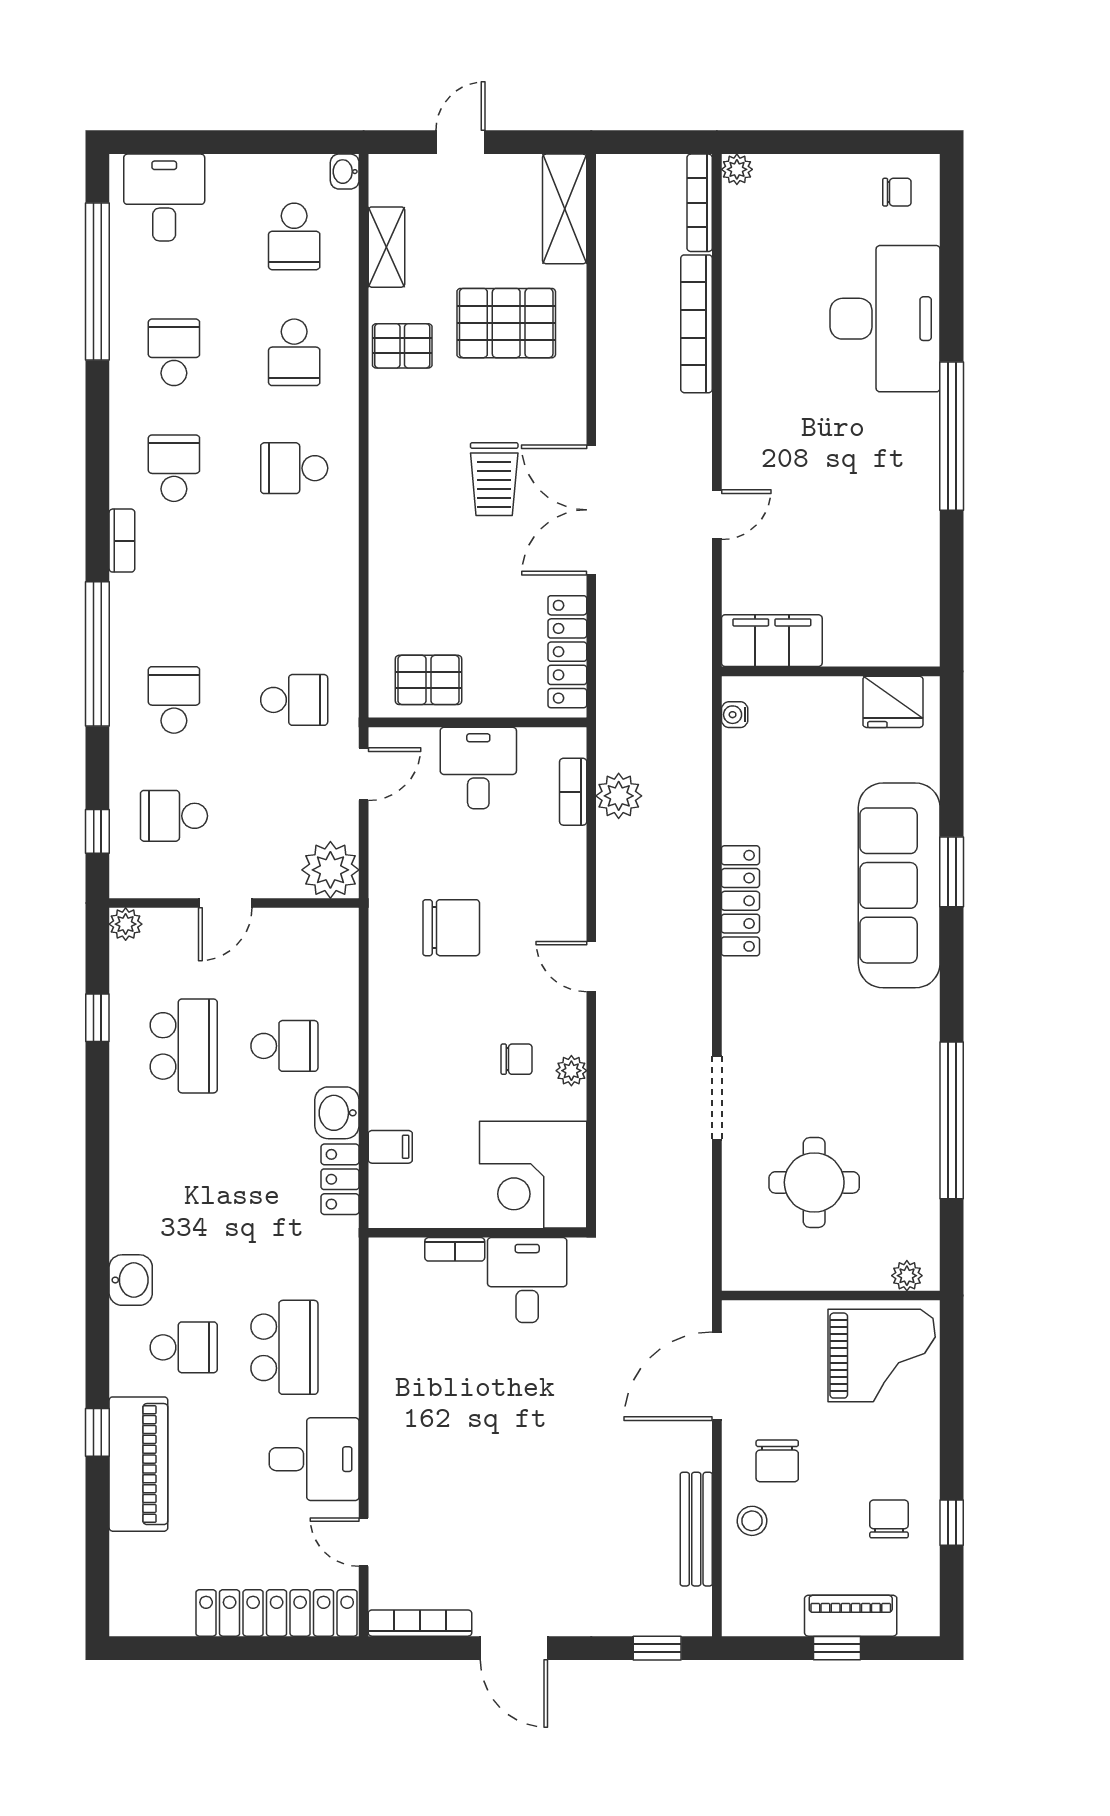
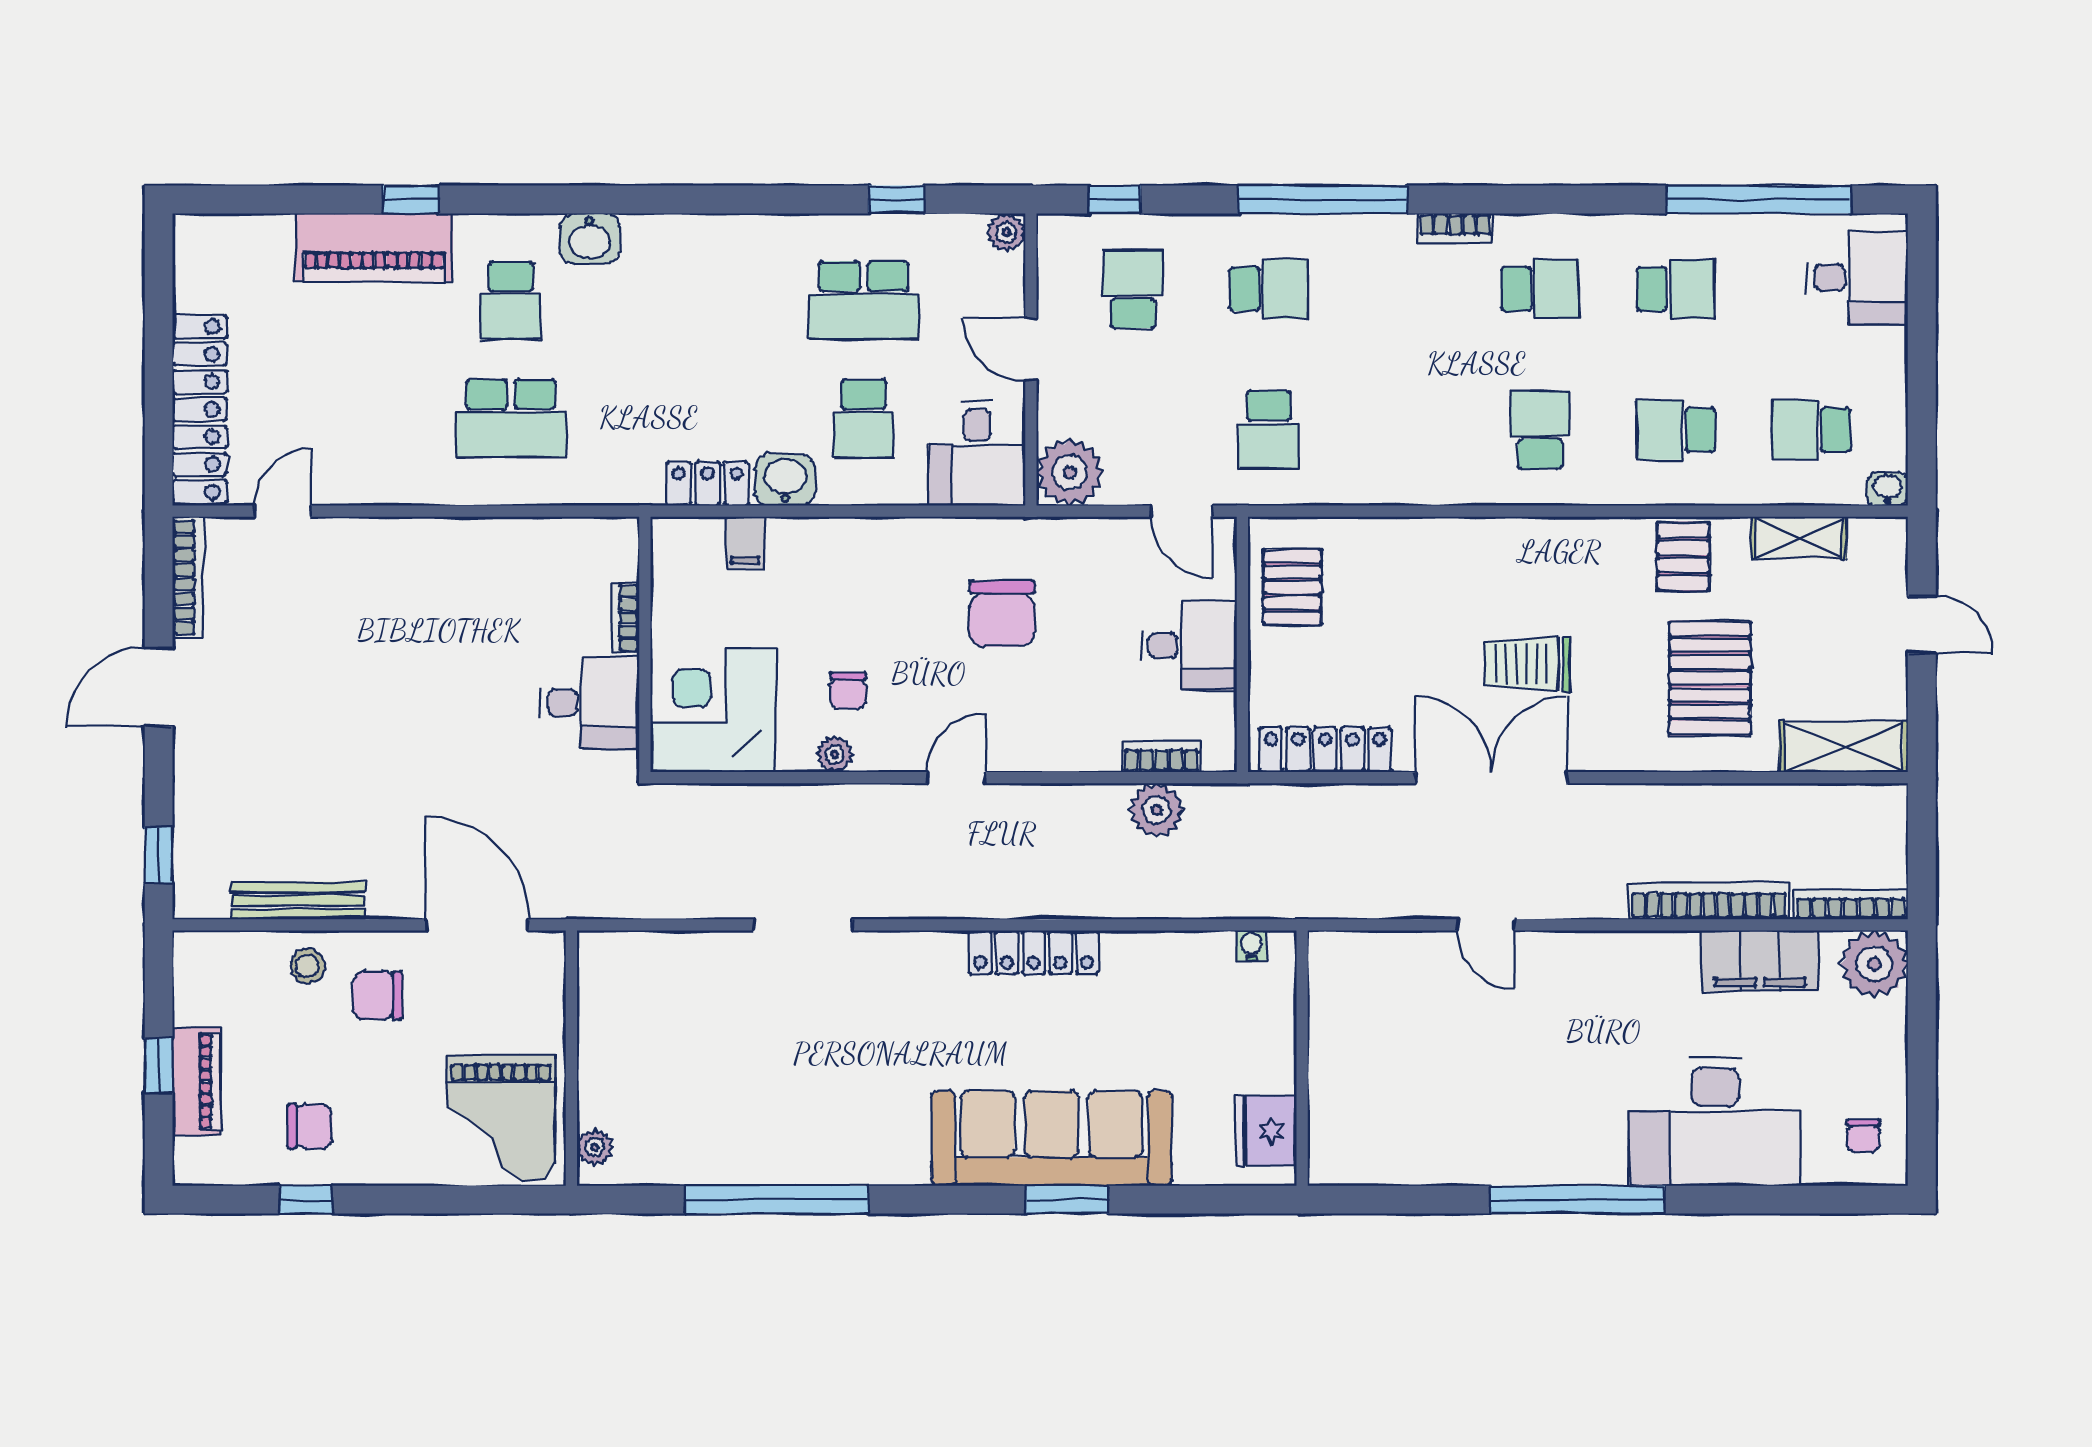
plant: (737, 169) -> (1874, 964), width x1.88, depth x1.88
filing cabinet: (772, 641) -> (1760, 961), moved, turned 90
round table: (814, 1182) -> (704, 1039), removed
desk: (314, 1459) -> (977, 453), moved

